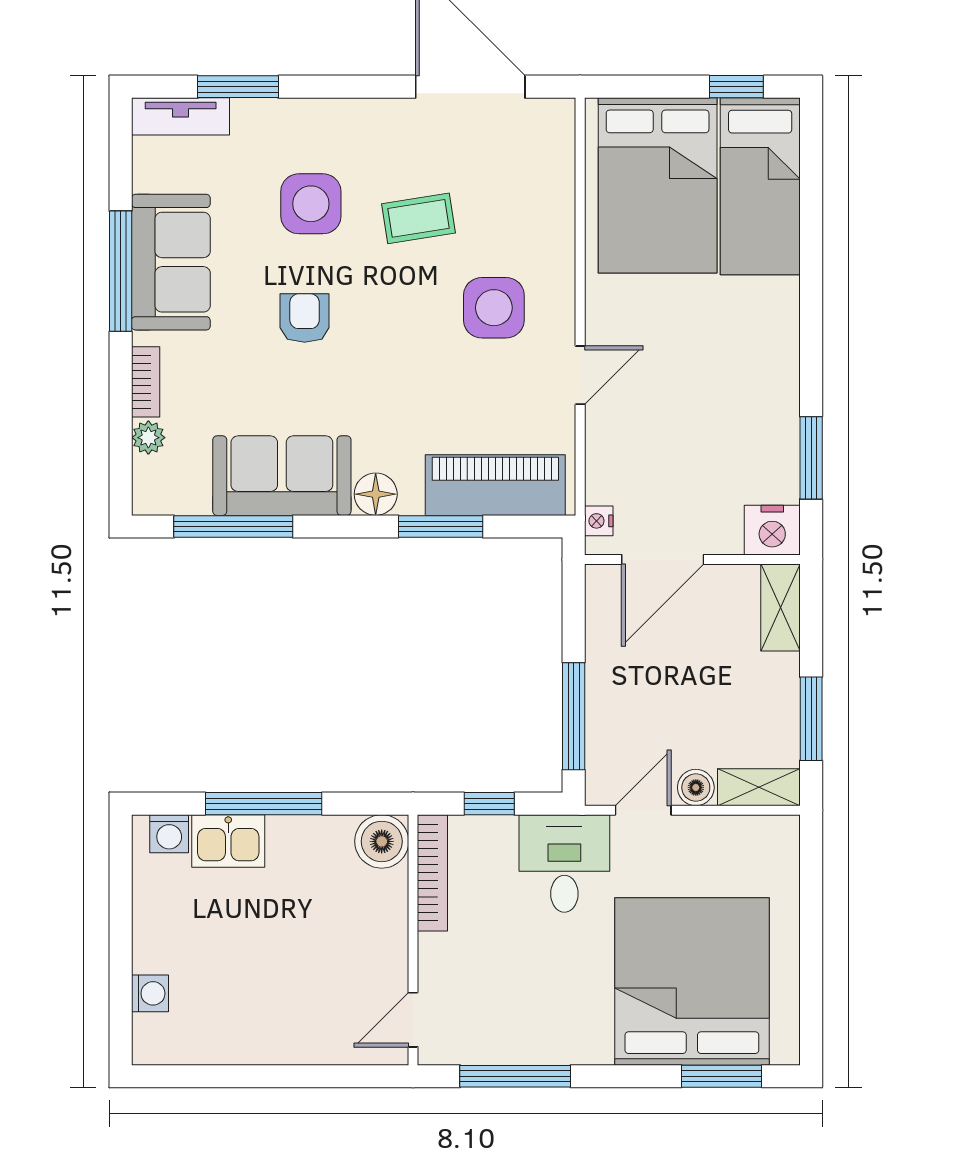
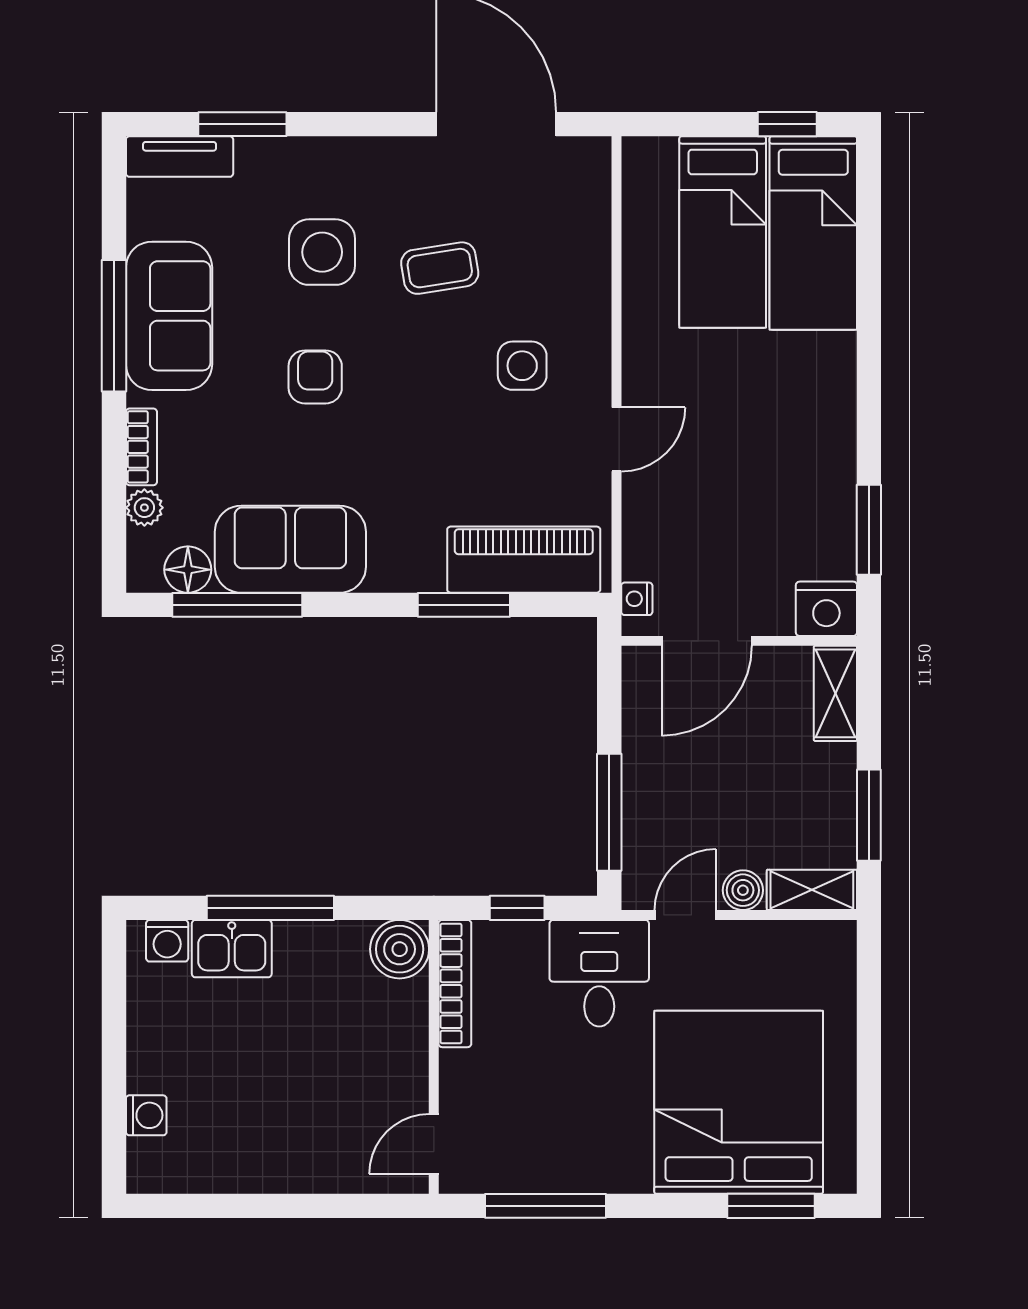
bed: (658, 185) -> (723, 232), width x0.67
side table: (494, 308) -> (522, 366), width x0.73, depth x0.73
floor lamp: (376, 494) -> (188, 570), moved

